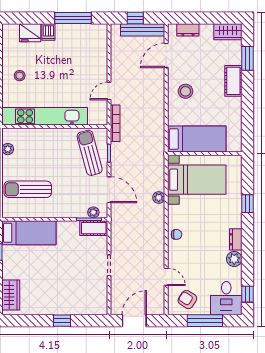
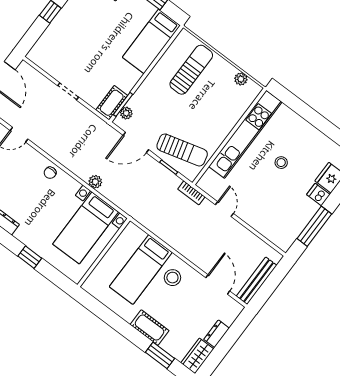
window: (135, 18) -> (272, 282), removed
dresser: (188, 30) -> (217, 334), moved
stool: (20, 76) -> (281, 163), moved
bookcase: (115, 123) -> (191, 193), width x0.64
bed: (197, 139) -> (141, 269), moved

